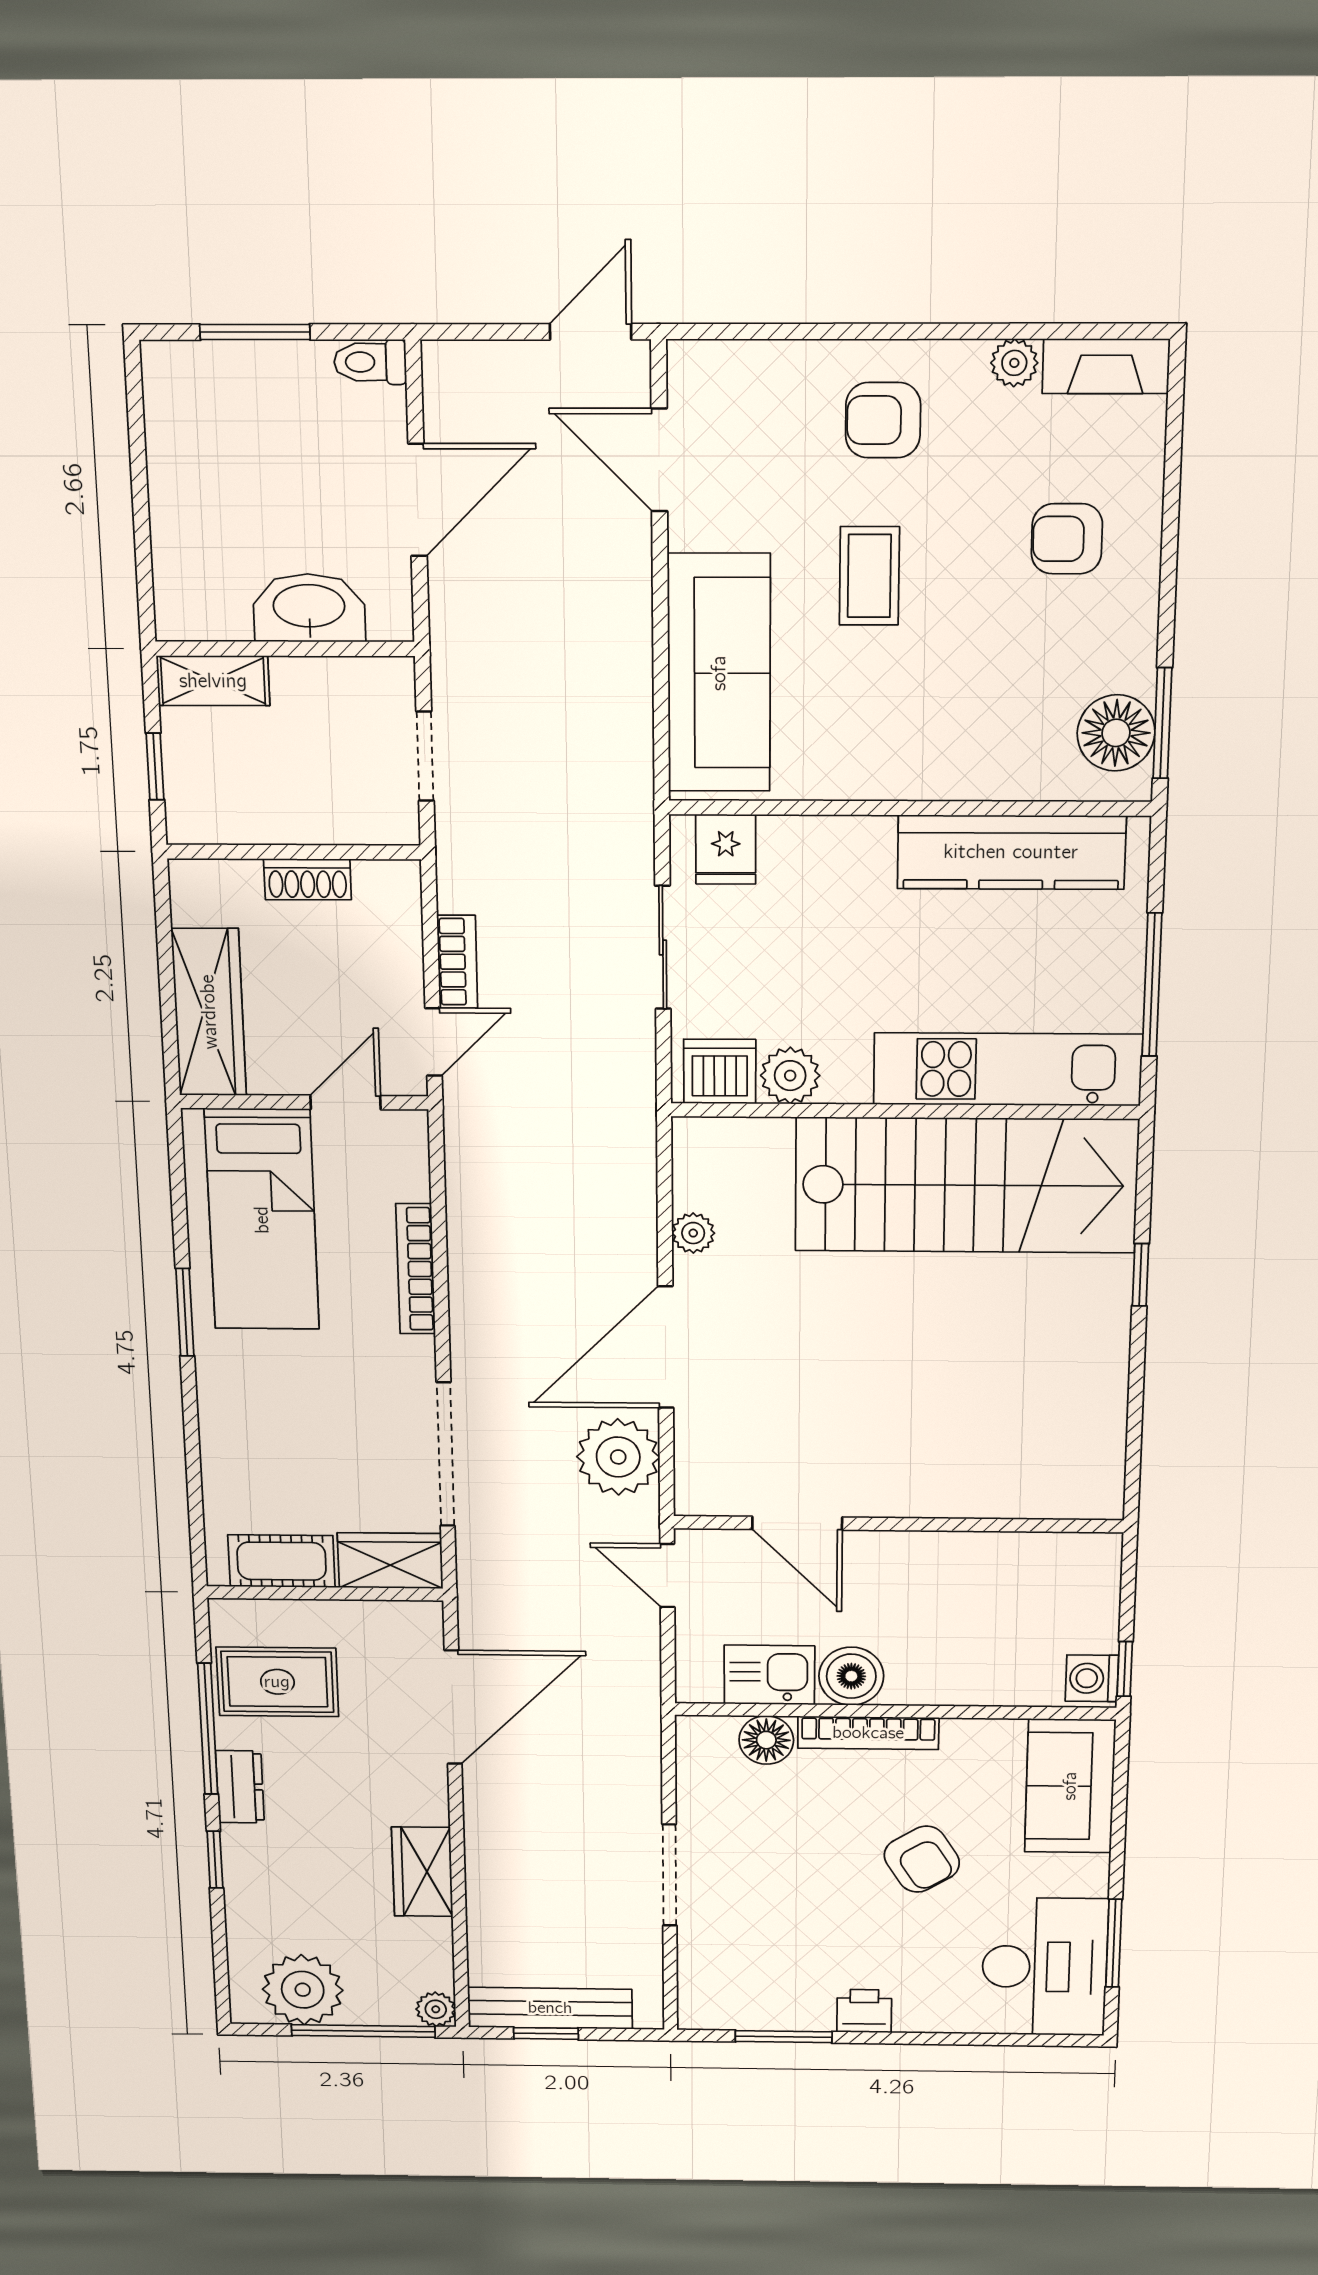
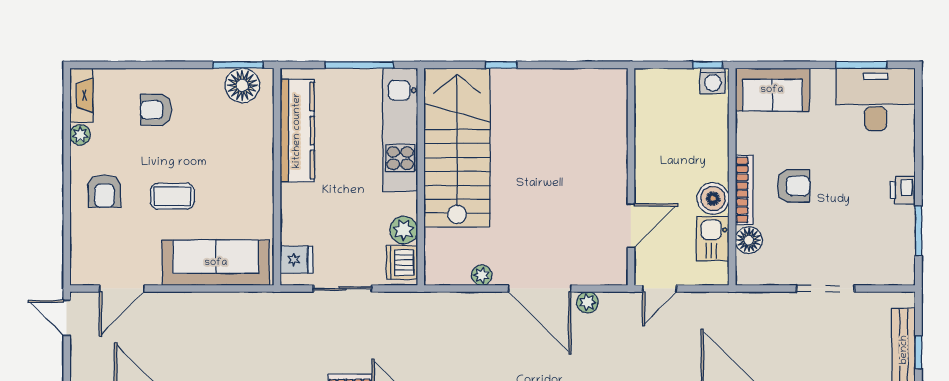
armchair: (1067, 539) -> (156, 110), turned 90
plant: (618, 1457) -> (587, 302), width x0.53, depth x0.53
armchair: (922, 1859) -> (793, 186), moved, turned 32

